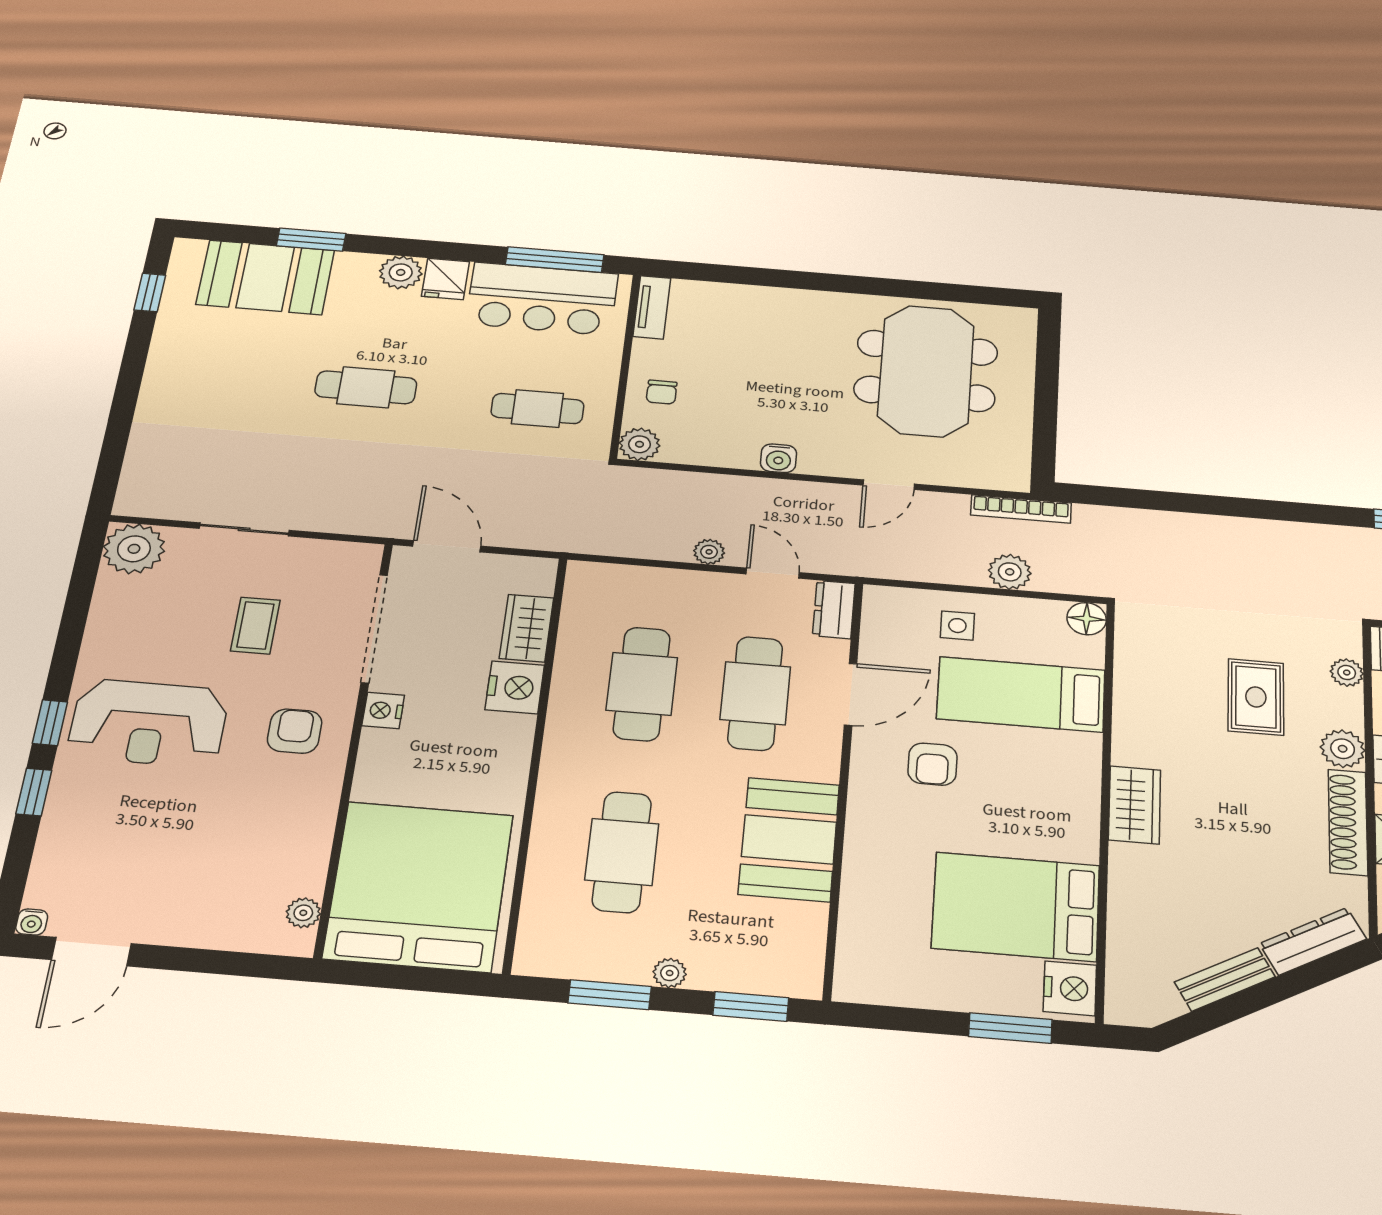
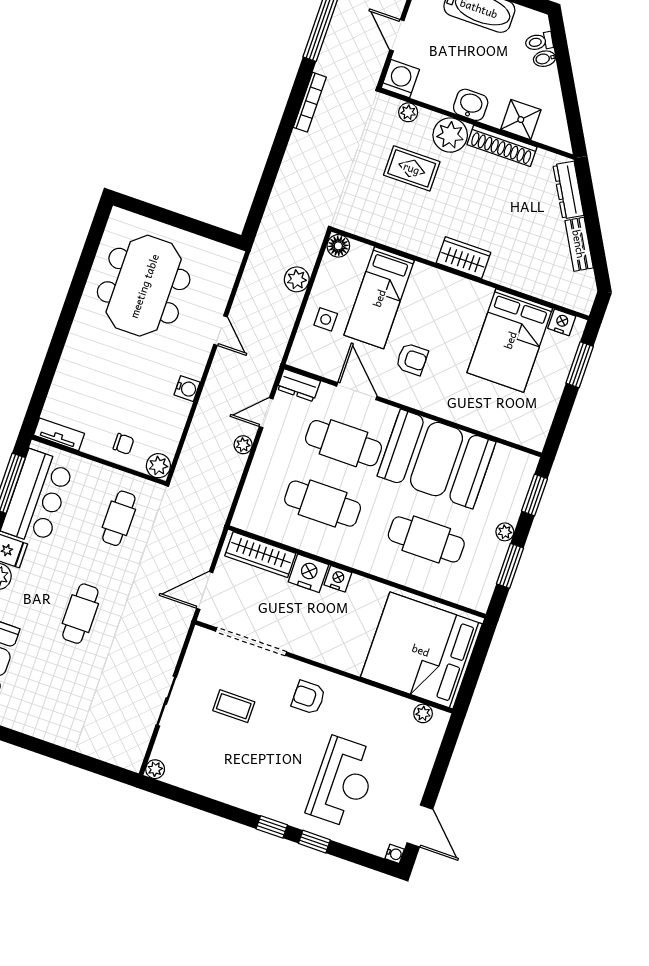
meeting table: (926, 371) -> (144, 286), turned 90
bookcase: (1021, 509) -> (310, 102), moved
plant: (134, 549) -> (155, 769), width x0.53, depth x0.53
wardrobe: (527, 628) -> (260, 555), width x1.50
nightstand: (383, 710) -> (338, 579), moved, turned 180
reception desk: (148, 723) -> (343, 782), moved
plant: (1343, 749) -> (450, 135), width x1.36, depth x1.36
booth: (789, 839) -> (437, 459), width x1.36, depth x1.42
nightstand: (1070, 988) -> (562, 322), width x0.74, depth x0.75

